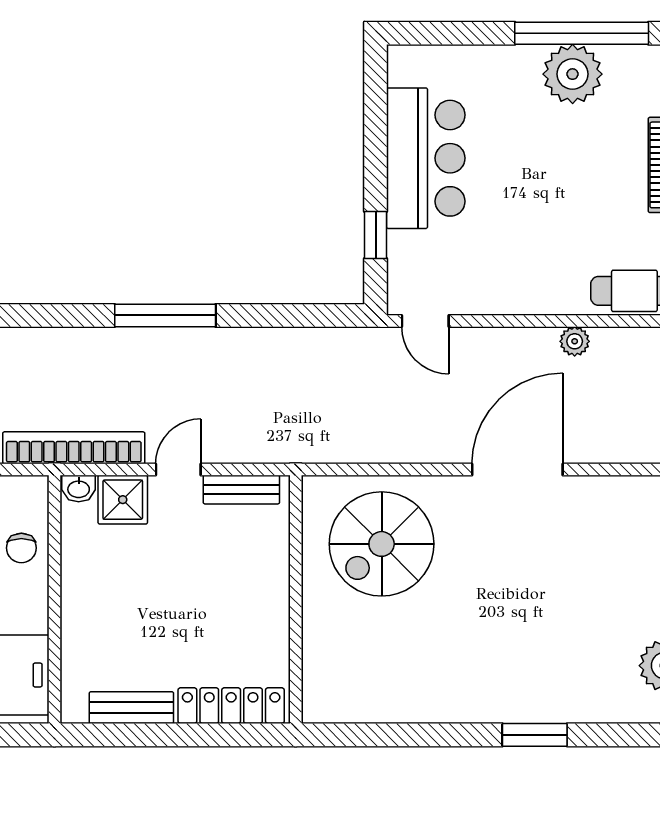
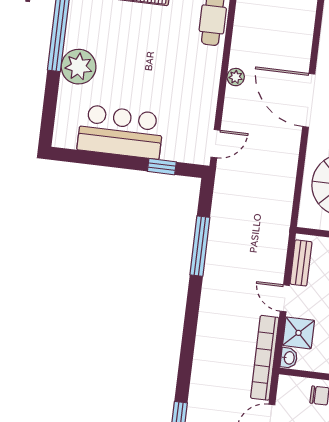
plant: (573, 74) -> (79, 67), moved
window: (165, 315) -> (200, 246), moved
plant: (575, 341) -> (236, 77), moved

